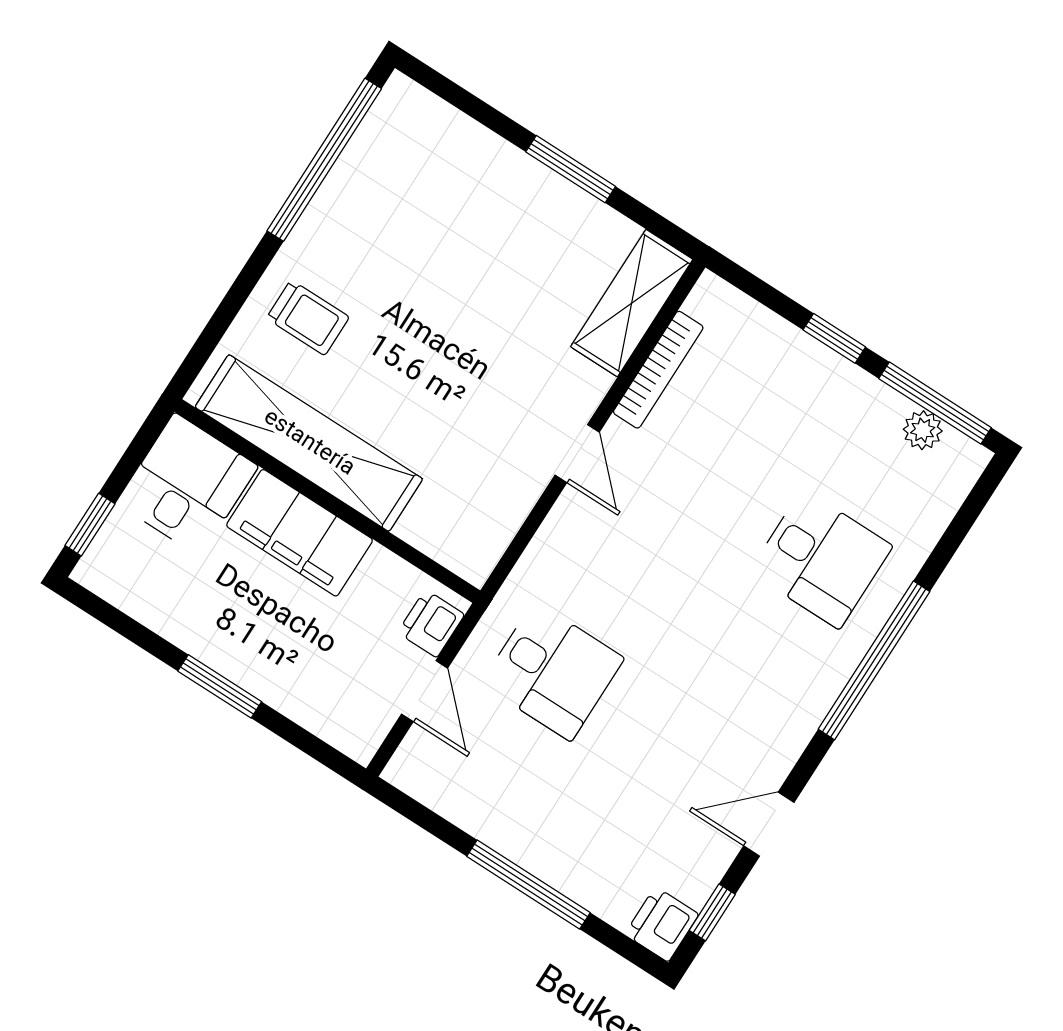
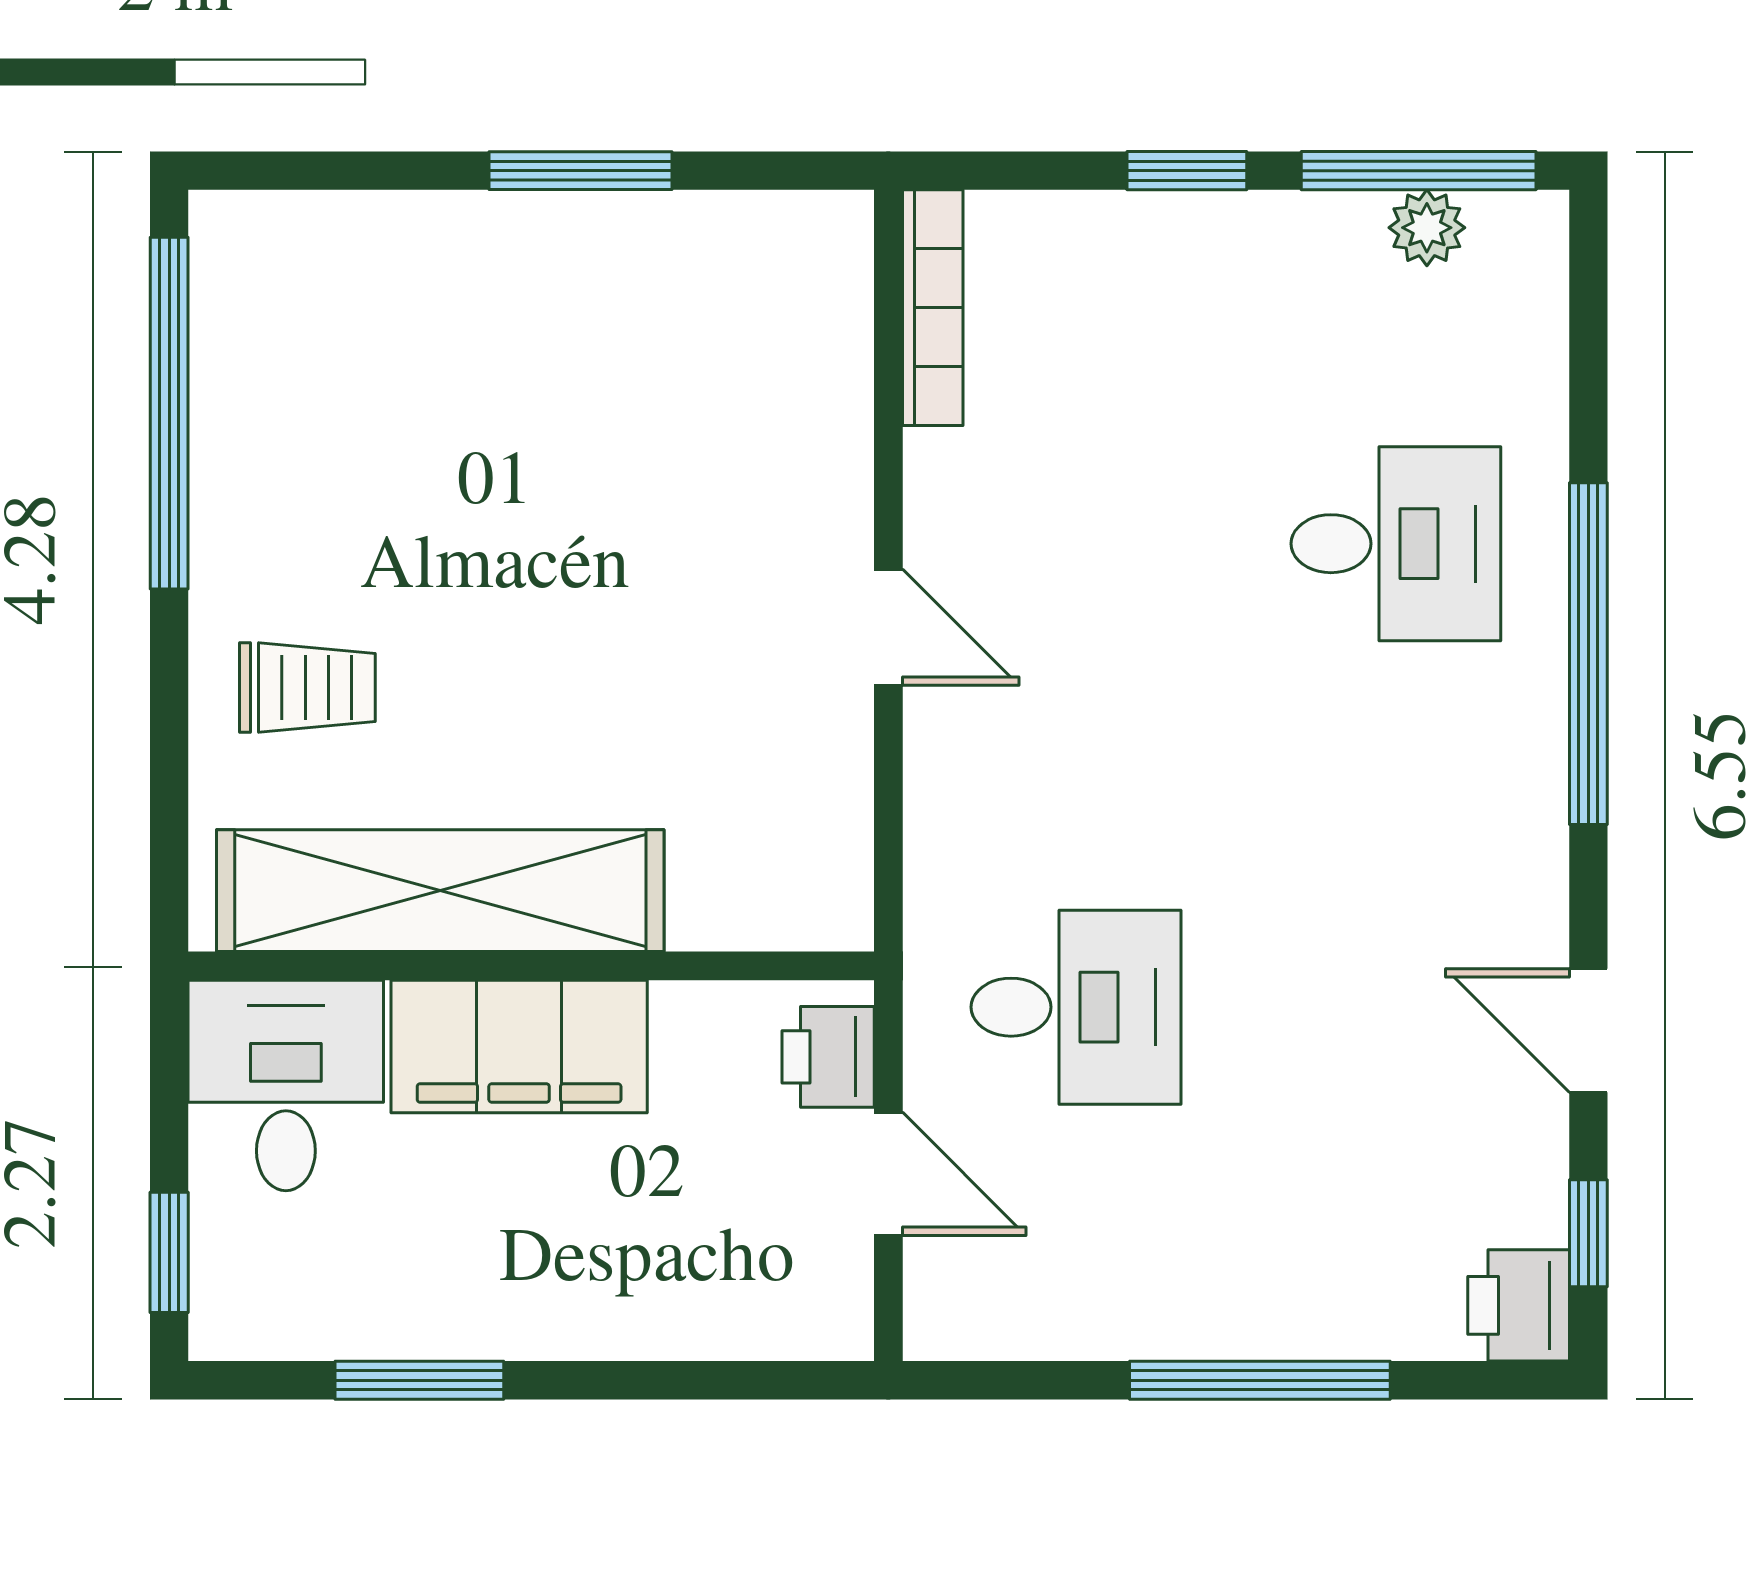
shelving: (632, 303) -> (820, 325), removed
bookcase: (658, 370) -> (933, 308), moved
window: (220, 686) -> (419, 1380), moved
door: (769, 824) -> (1588, 1030), hinge flipped

